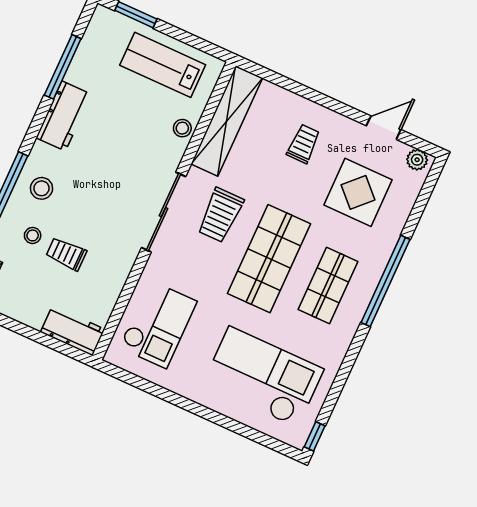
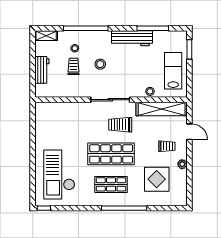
workbench: (64, 116) -> (132, 38), width x1.38
door: (384, 128) -> (189, 132), moved
plant: (417, 160) -> (182, 164), moved
stool: (41, 188) -> (100, 64), moved
checkout: (158, 324) -> (61, 119), removed
workbench: (73, 331) -> (42, 70), moved
checkout: (263, 377) -> (59, 175), turned 180

